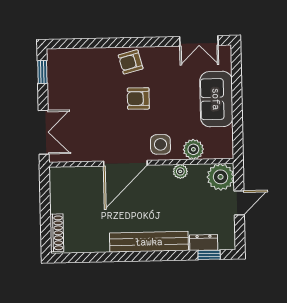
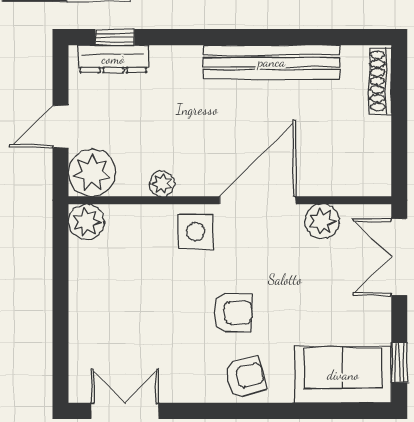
sofa: (216, 99) -> (343, 375), moved, turned -90
plant: (193, 149) -> (86, 222), moved
plant: (88, 152) -> (322, 221), added
bench: (149, 242) -> (272, 62), moved
dresser: (204, 243) -> (113, 59), width x1.44

